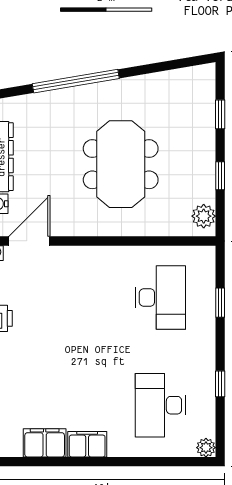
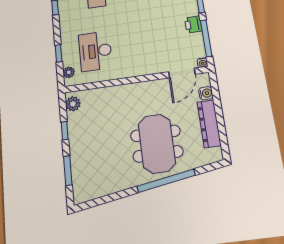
window: (220, 114) -> (68, 171), width x1.50
meeting table: (121, 164) -> (157, 144), moved
plant: (206, 268) -> (69, 72), added

